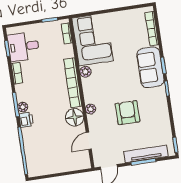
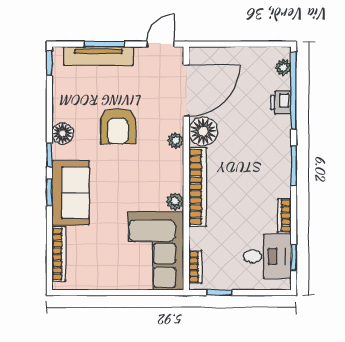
floor lamp: (161, 103) -> (63, 133), added
plant: (23, 107) -> (283, 68), moved
printer: (26, 120) -> (281, 102), moved
door: (89, 141) -> (186, 91), width x1.88

